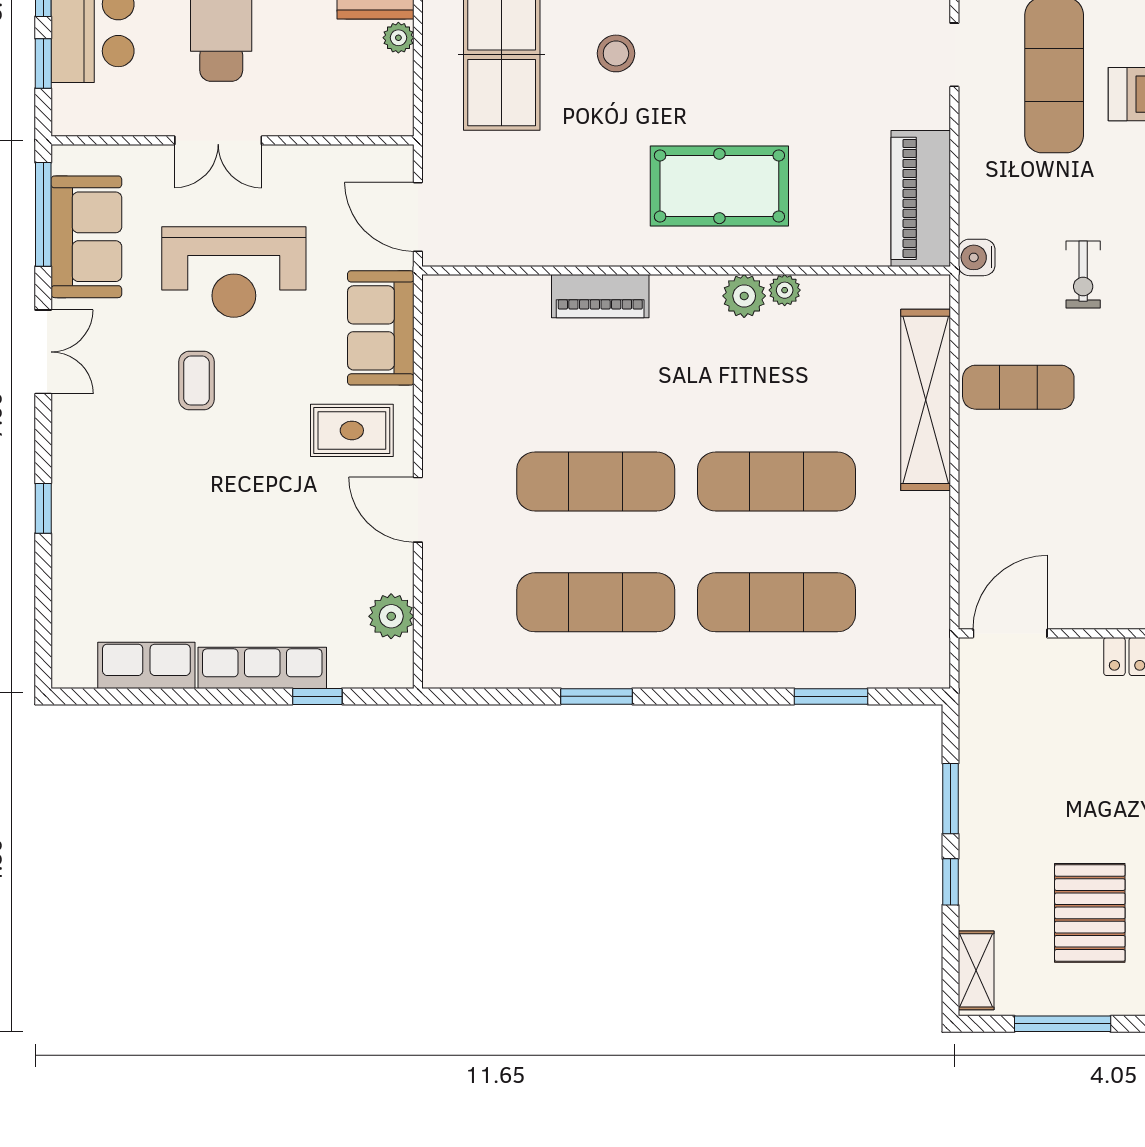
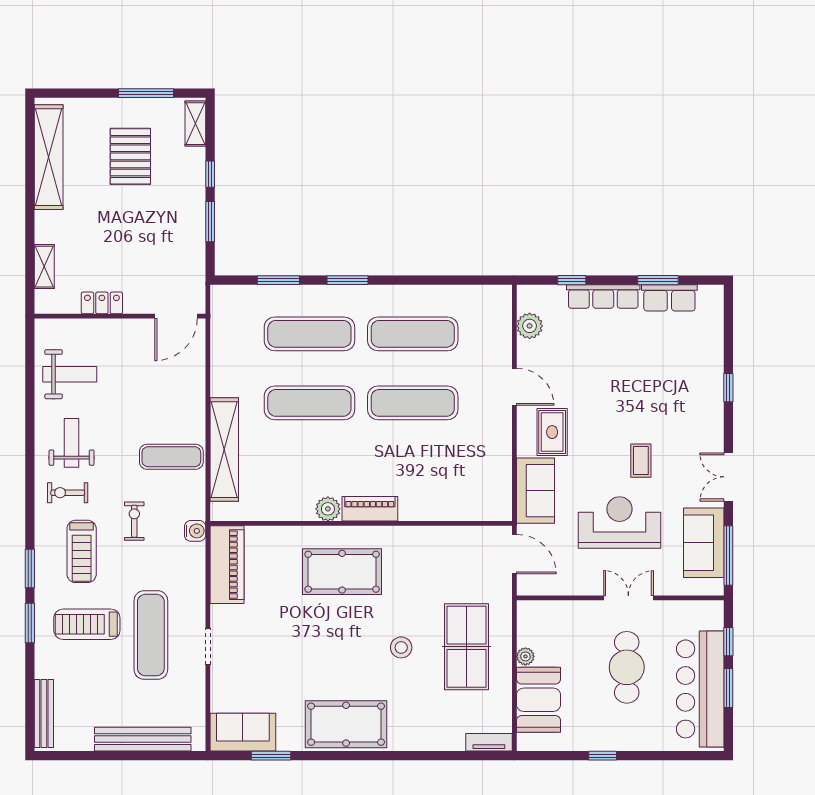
plant: (785, 290) -> (305, 512), removed
piano: (600, 296) -> (370, 509), moved
rug: (352, 430) -> (552, 432), turned 90
window: (166, 696) -> (658, 280), added
window: (597, 696) -> (348, 280), moved

